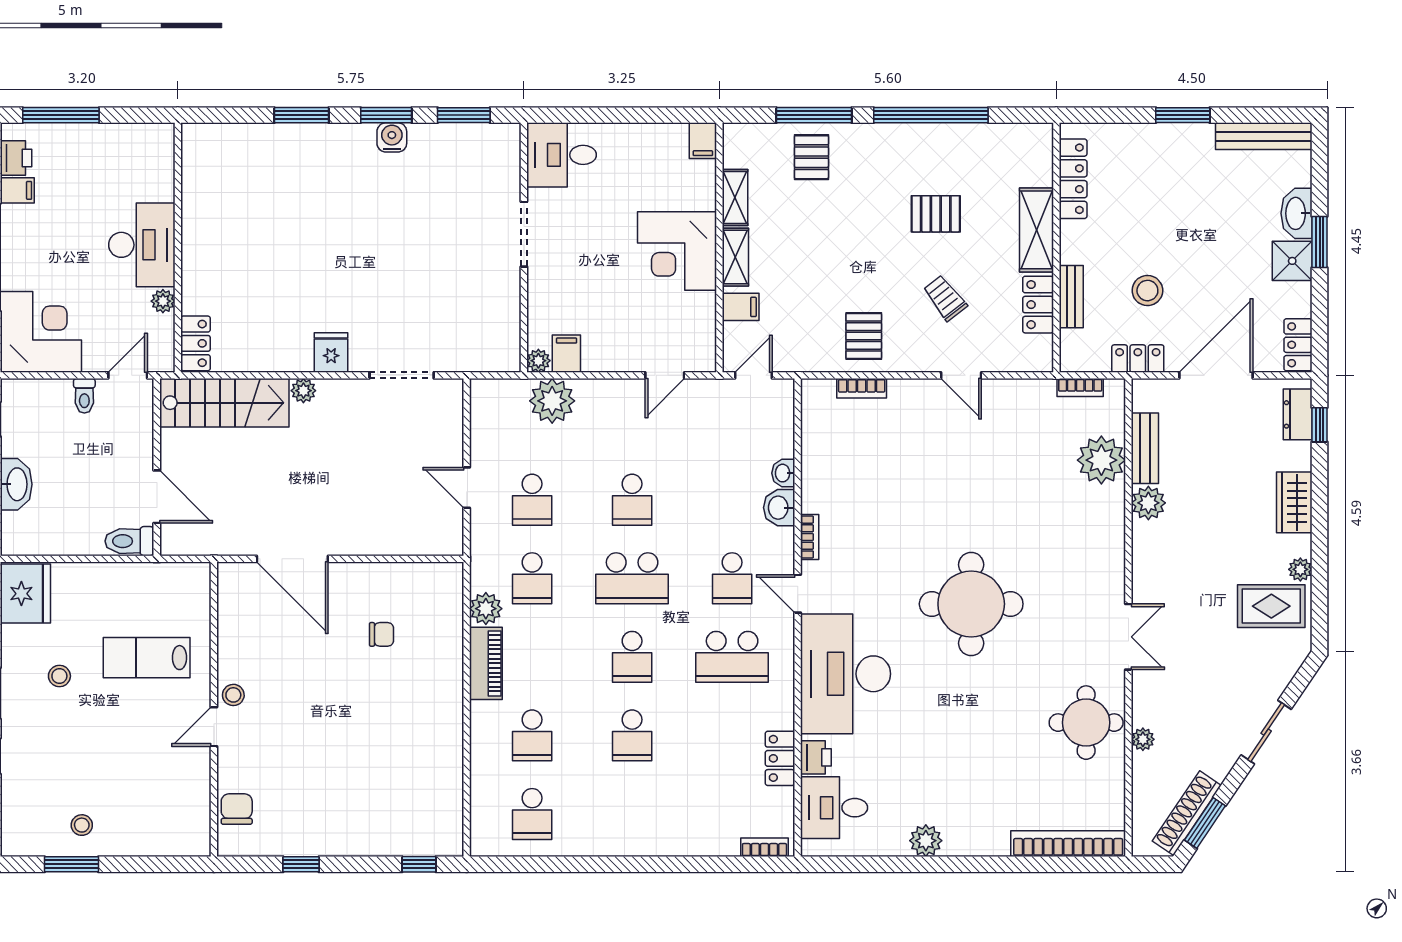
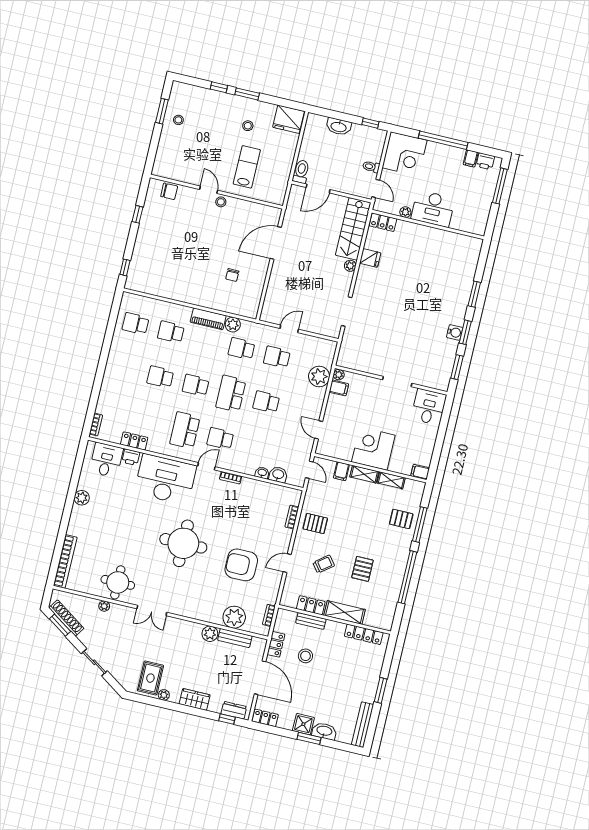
fridge: (331, 352) -> (370, 258), moved
armchair: (988, 471) -> (241, 565), added
washbasin: (779, 508) -> (278, 475), moved

